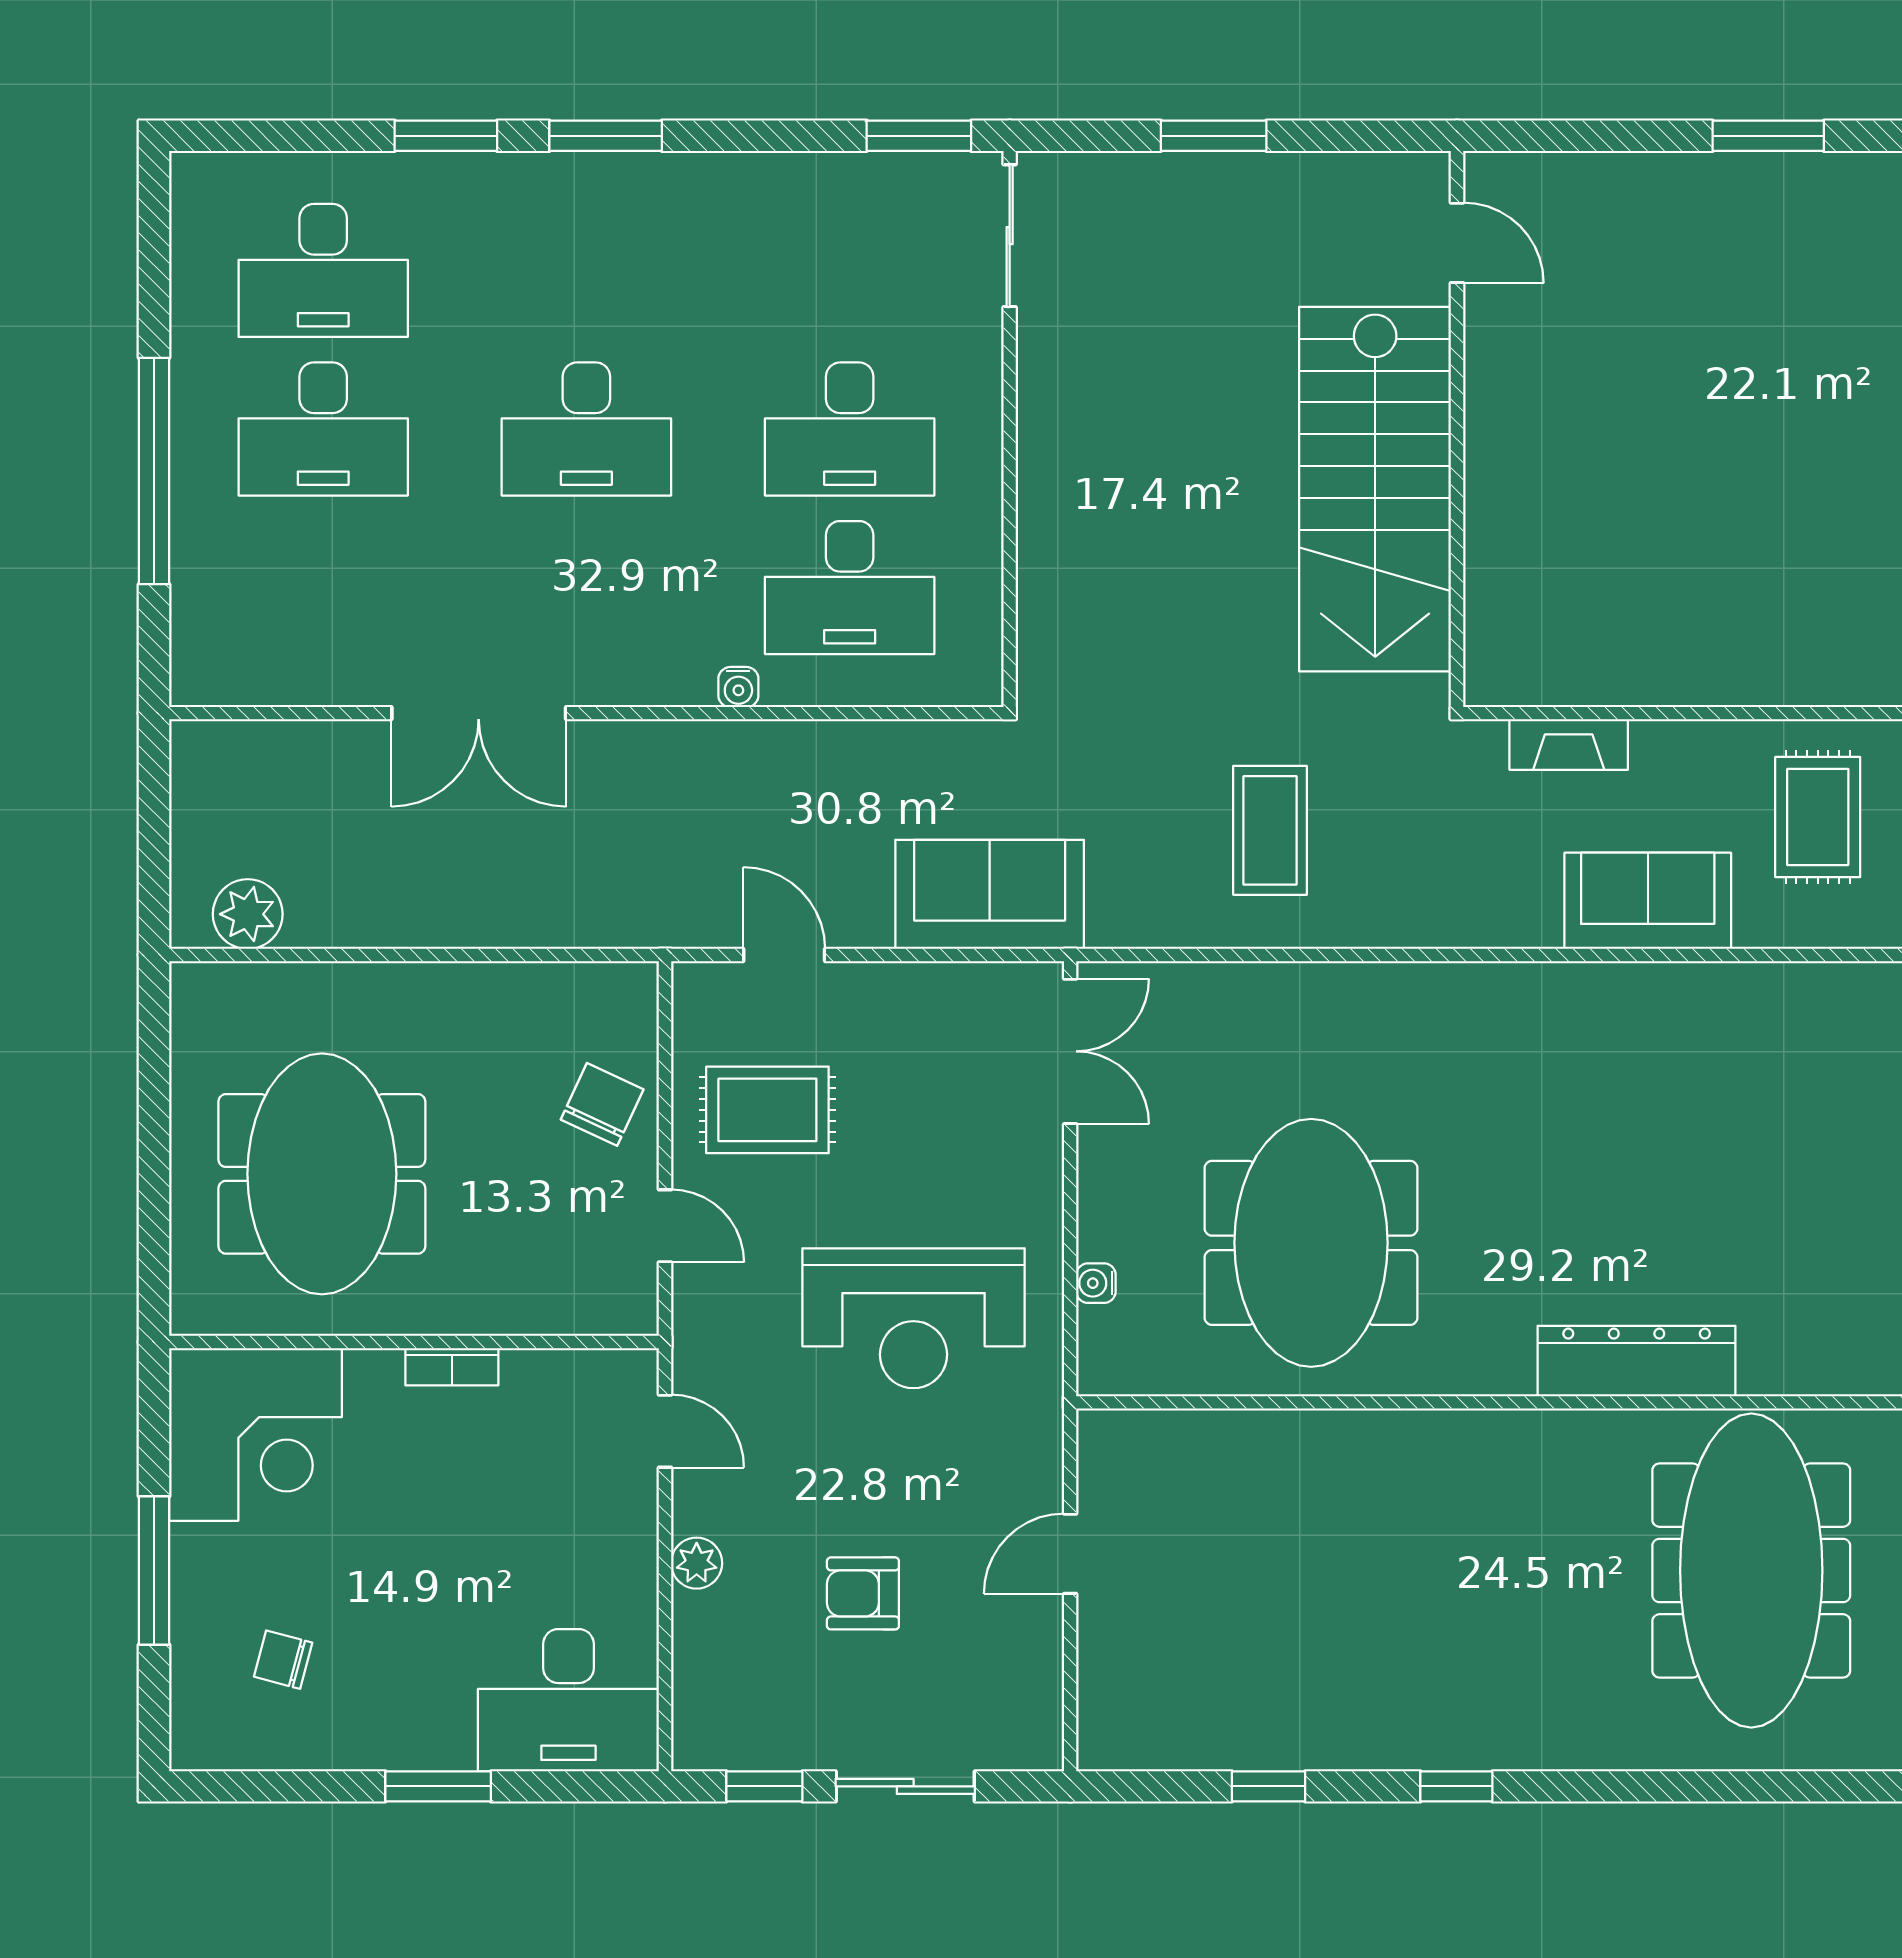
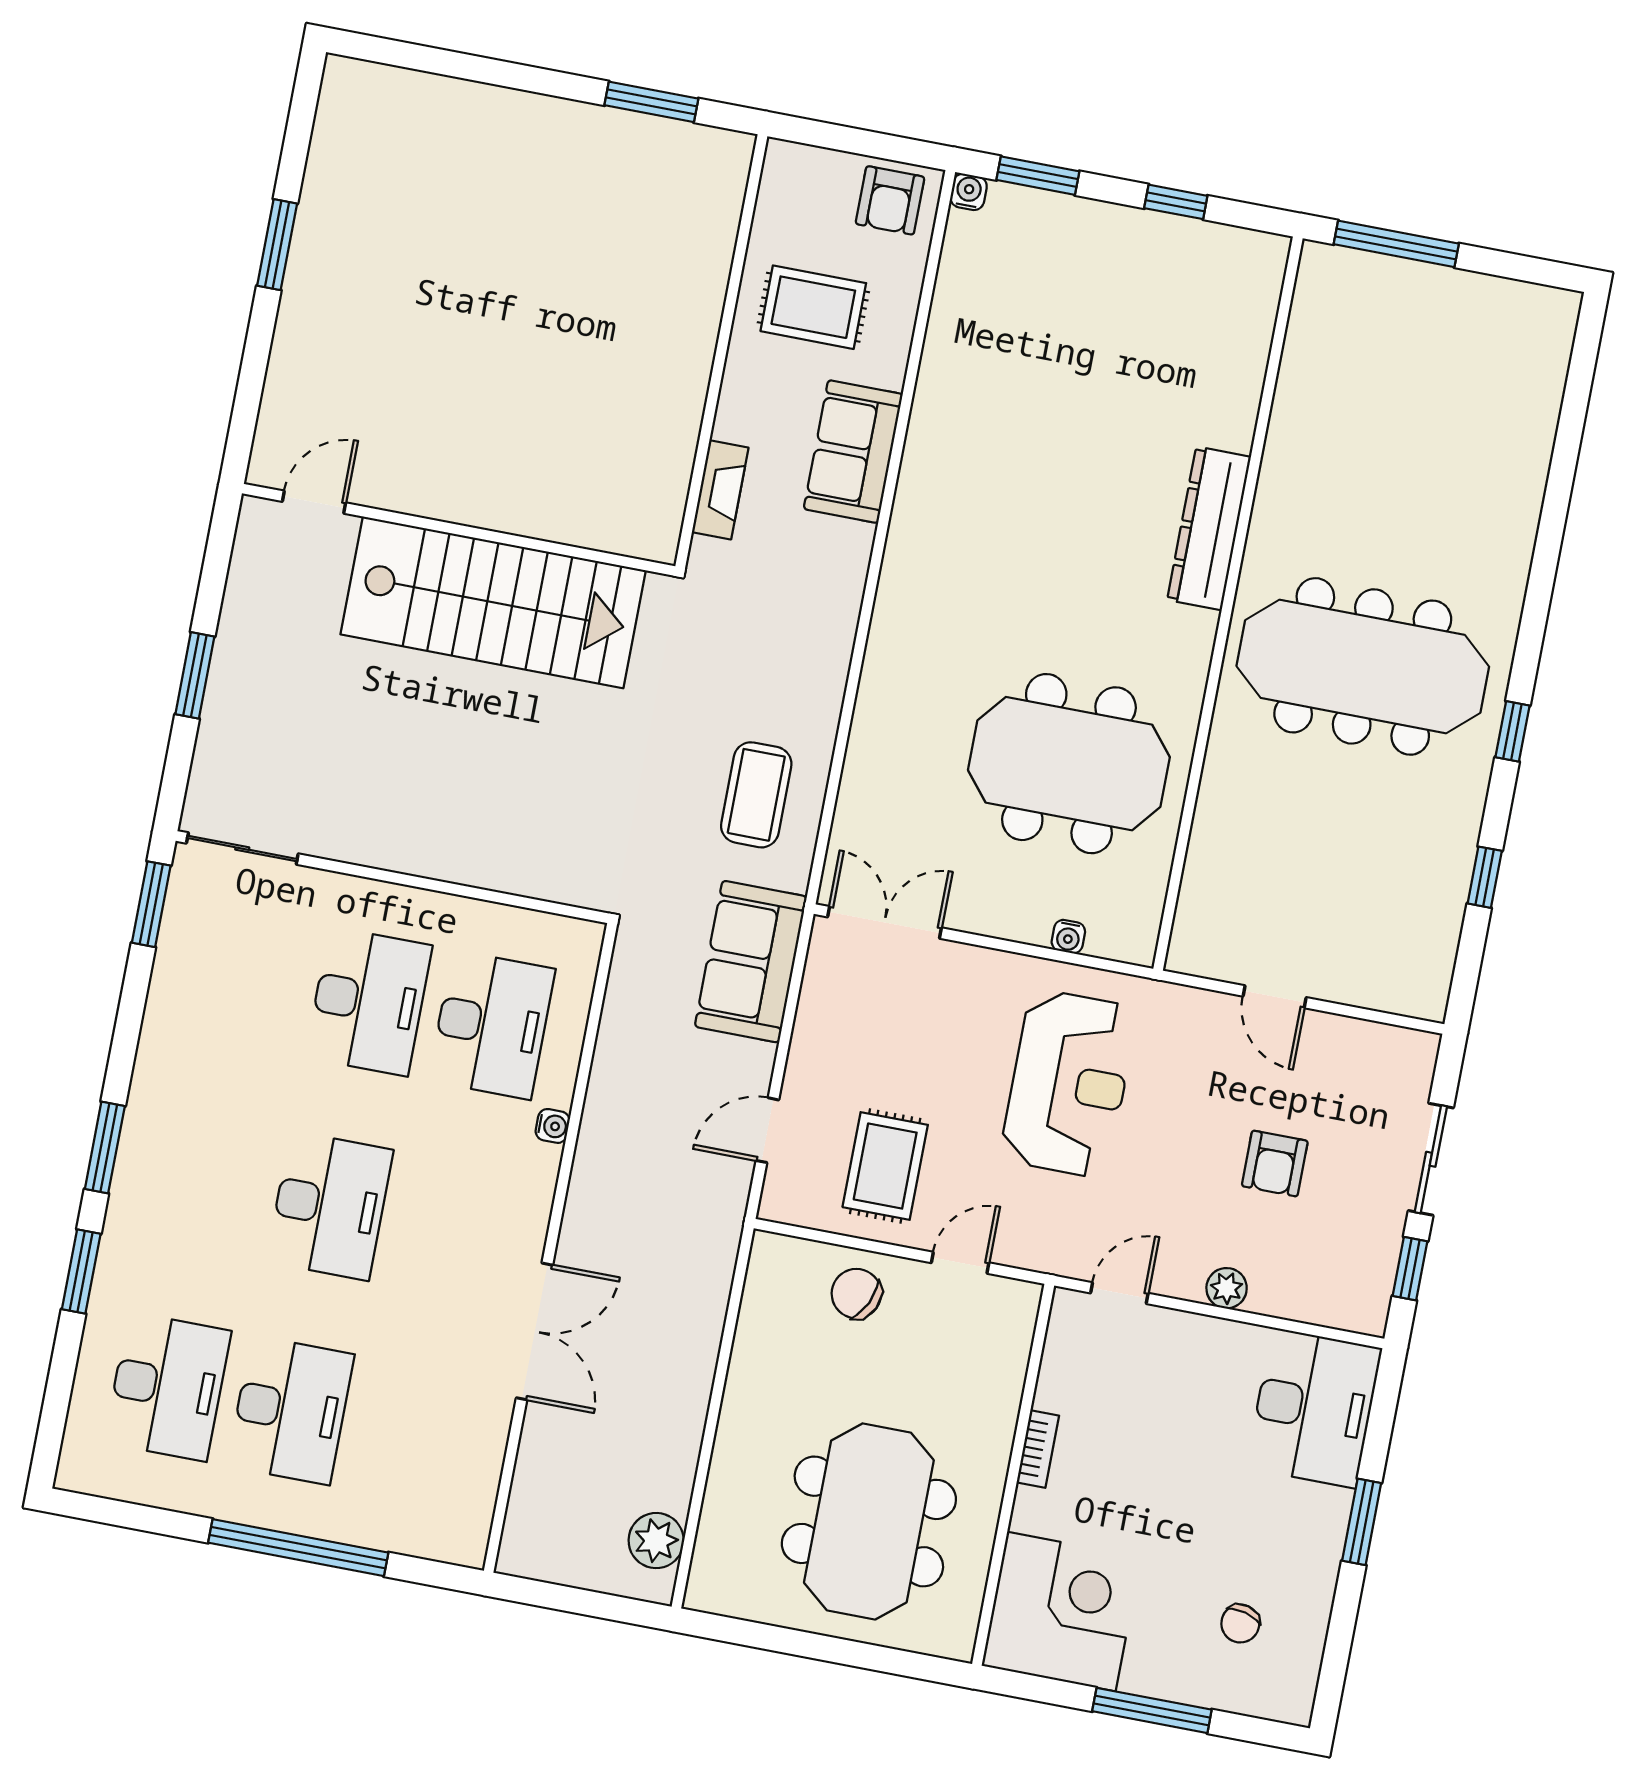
coffee table: (1270, 830) -> (756, 795), moved, turned 90
meeting table: (322, 1174) -> (869, 1521), turned 90
meeting table: (1751, 1570) -> (1363, 666), moved

